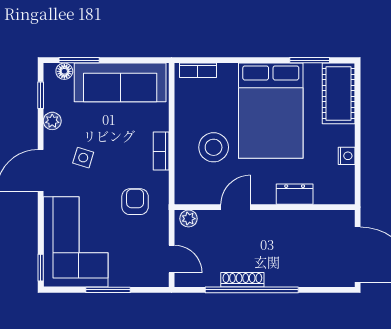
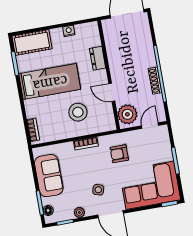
sofa: (120, 82) -> (49, 176), width x0.73
bed: (271, 111) -> (50, 82), width x0.67
plant: (188, 219) -> (127, 114), width x1.87, depth x1.87

